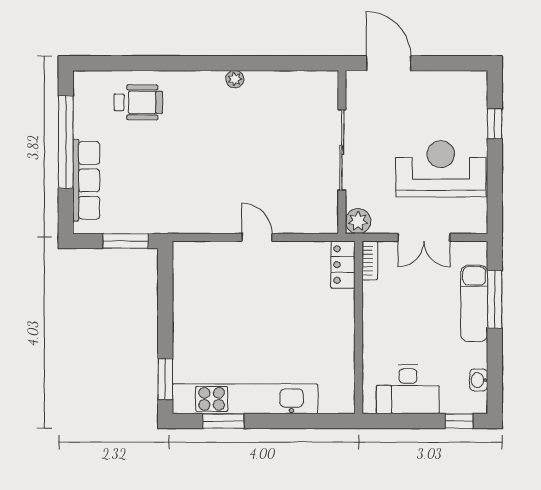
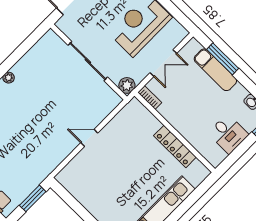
locker: (343, 265) -> (175, 146), moved, width x1.53
desk: (408, 389) -> (228, 134), width x0.73

